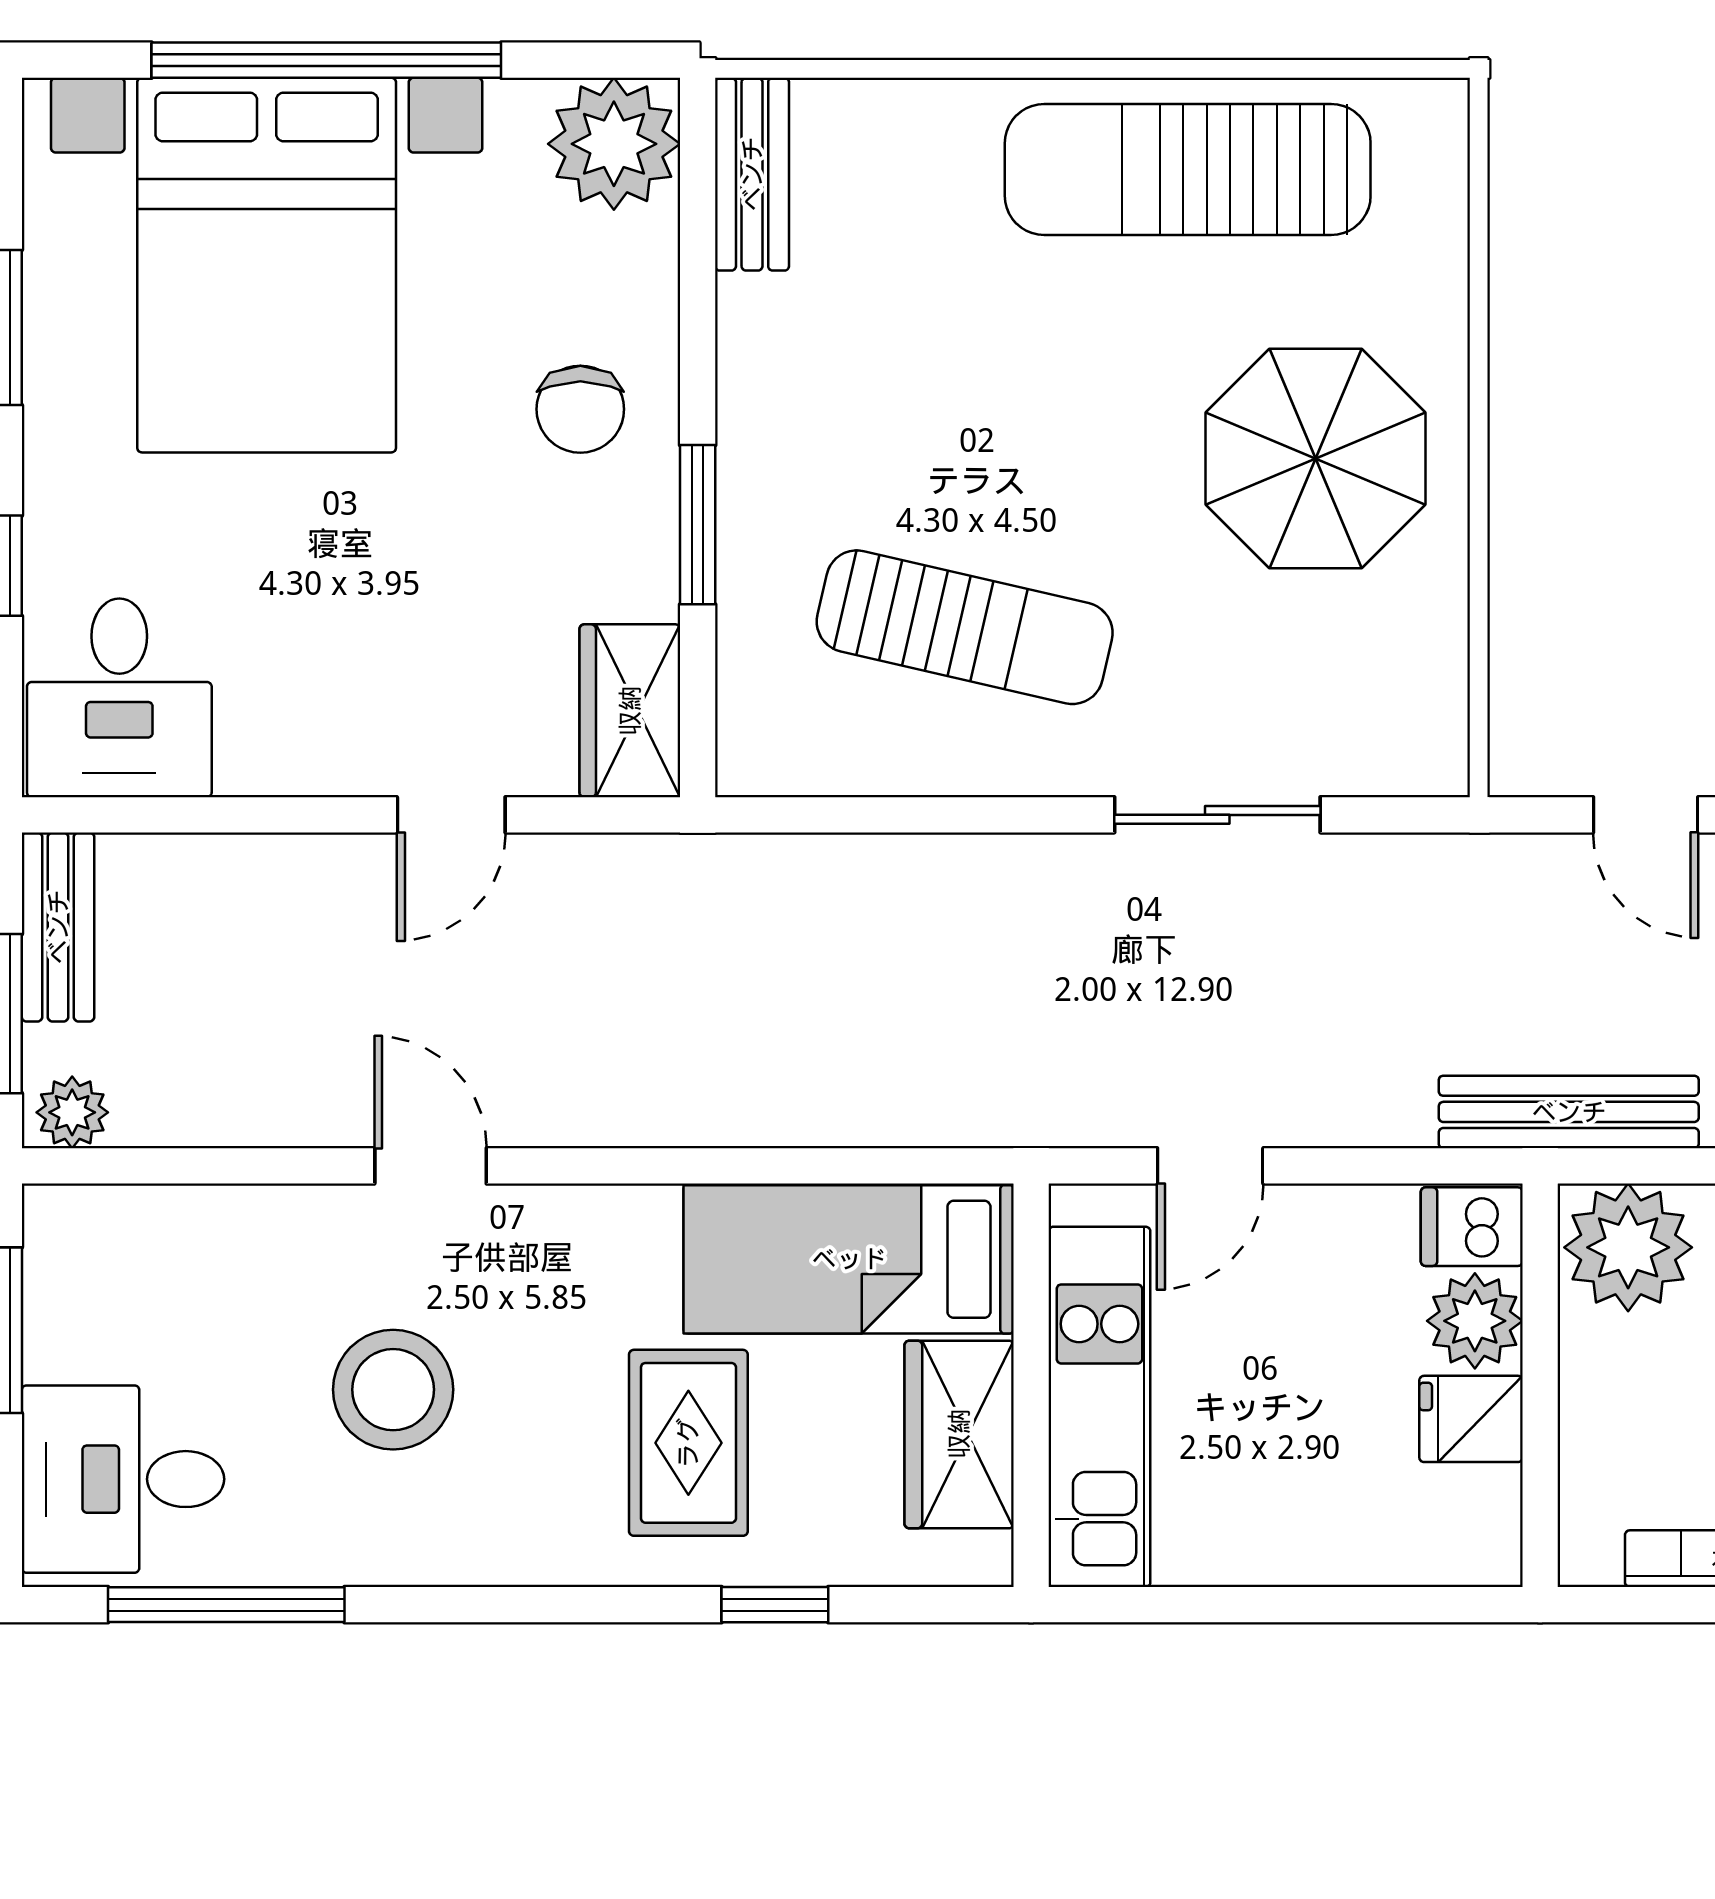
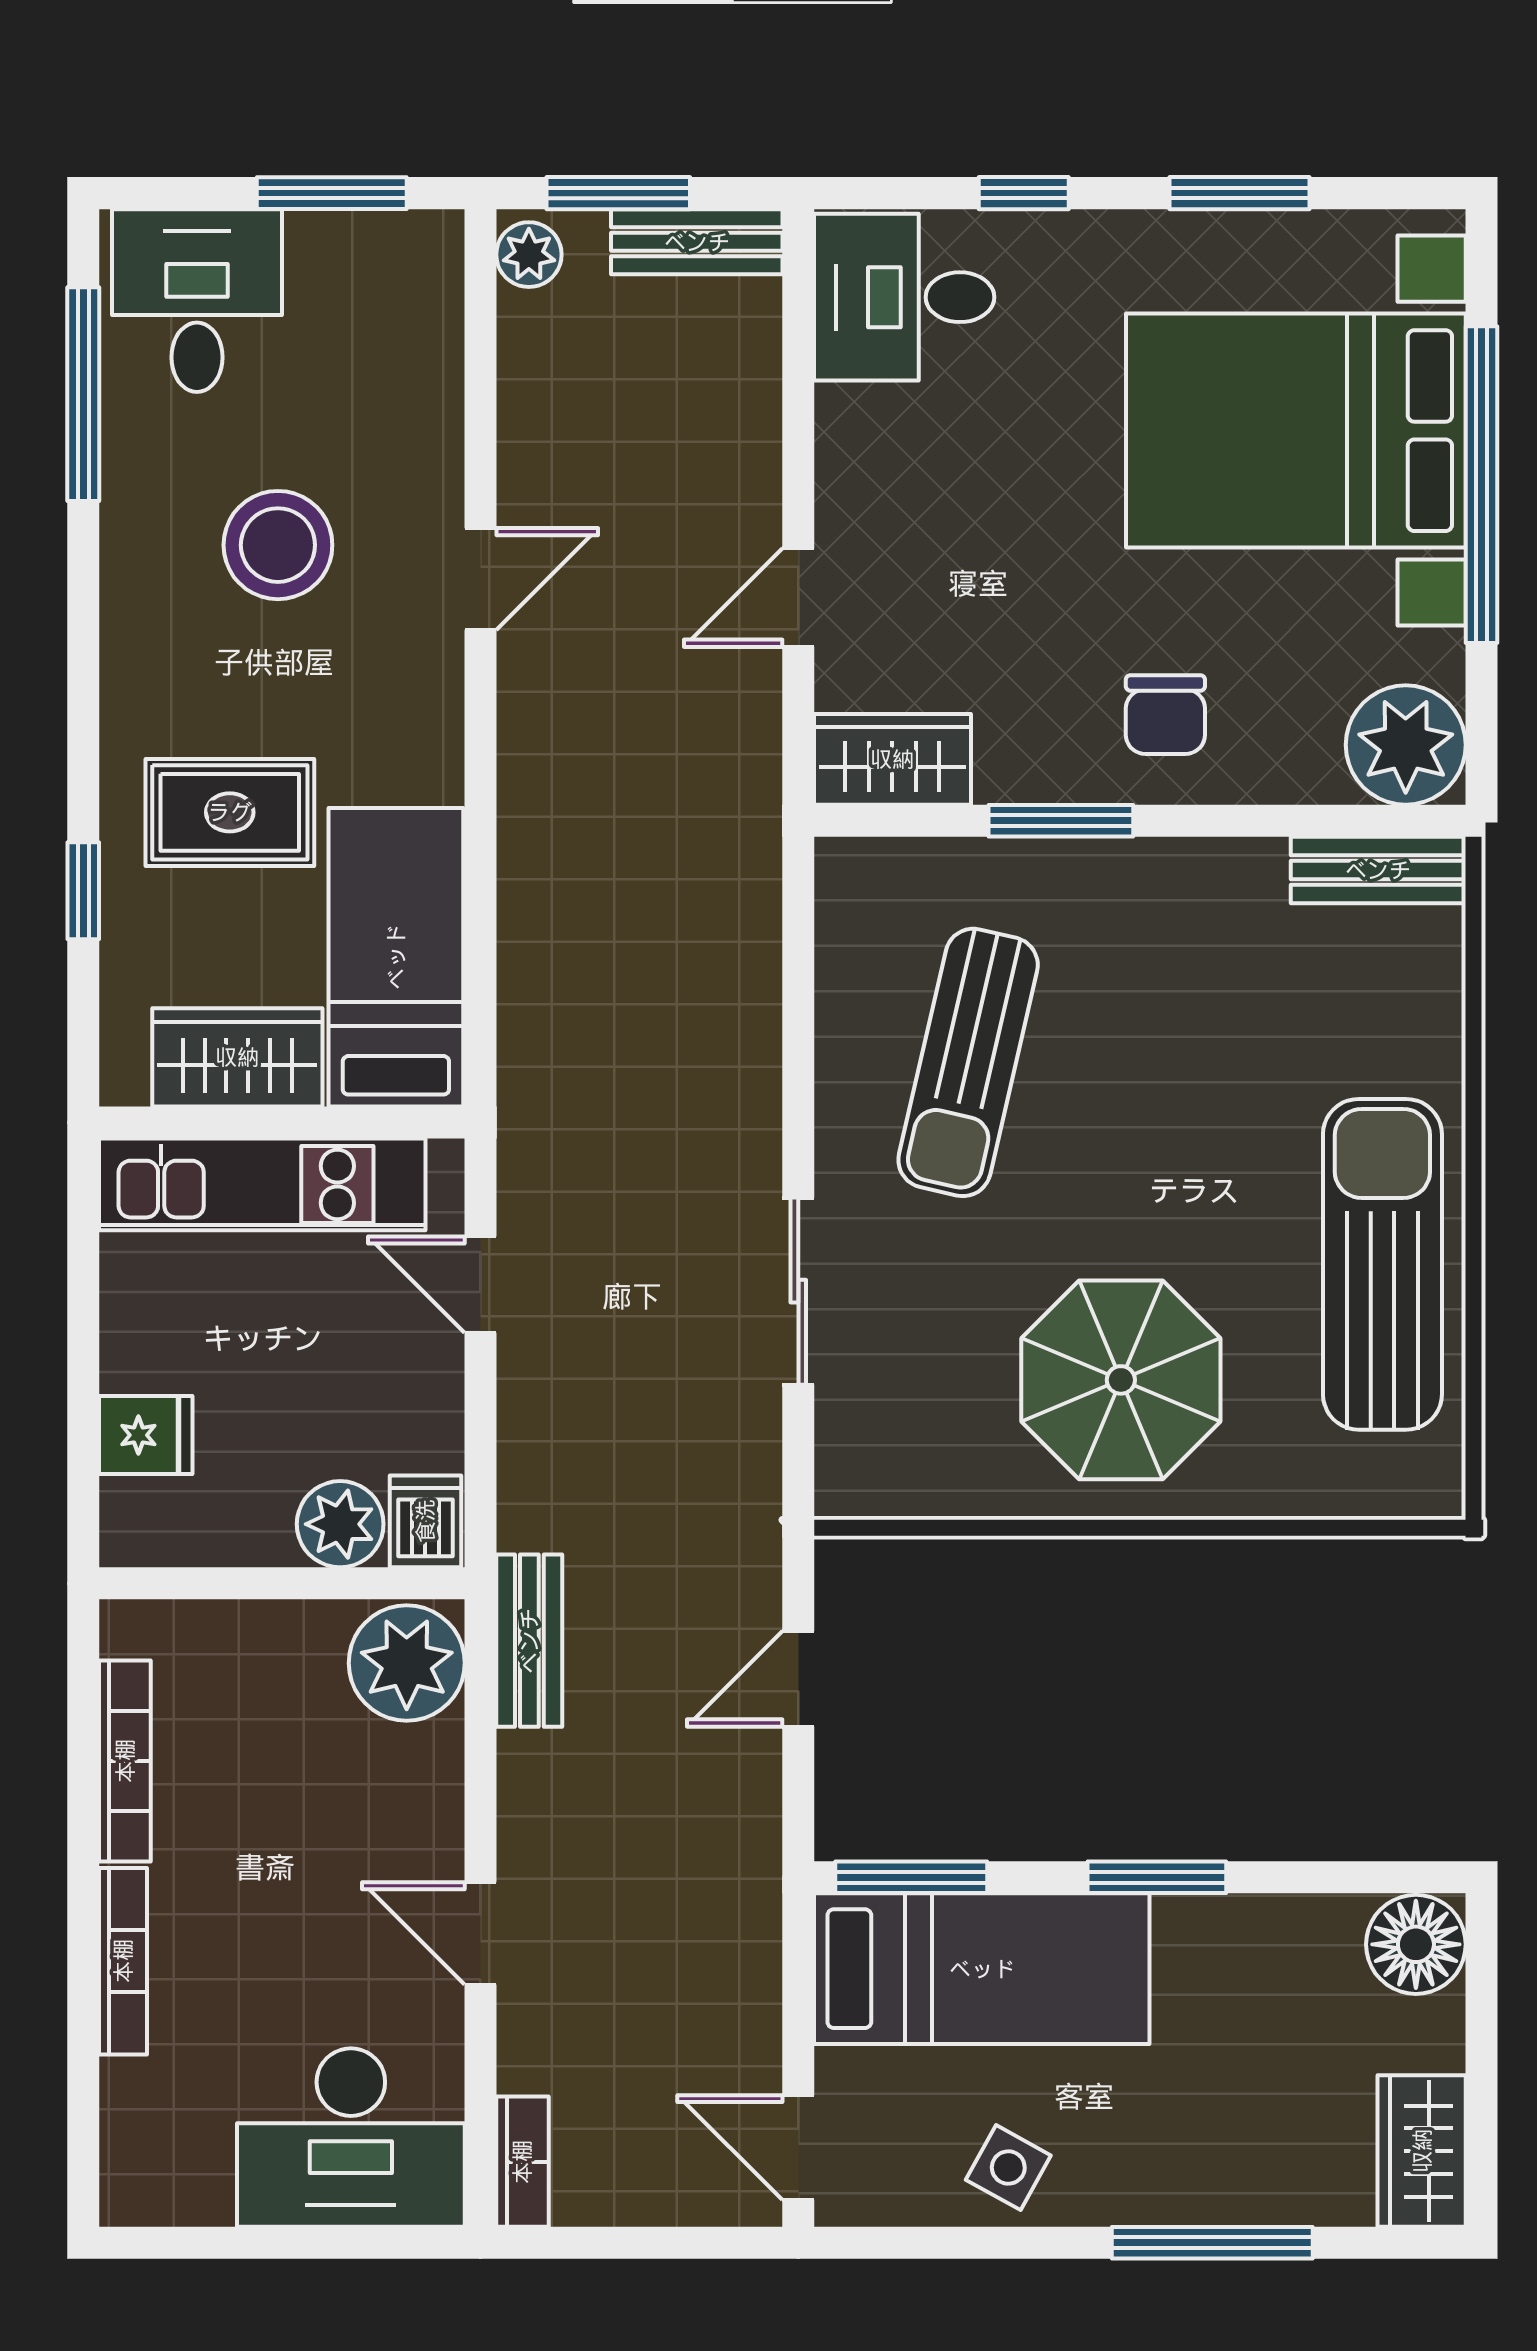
chair: (580, 409) -> (1165, 715), turned -90
door: (451, 815) -> (798, 598), hinge flipped
bench: (1569, 1112) -> (529, 1641), width x0.73
fridge: (1471, 1419) -> (146, 1435), moved, turned 90

